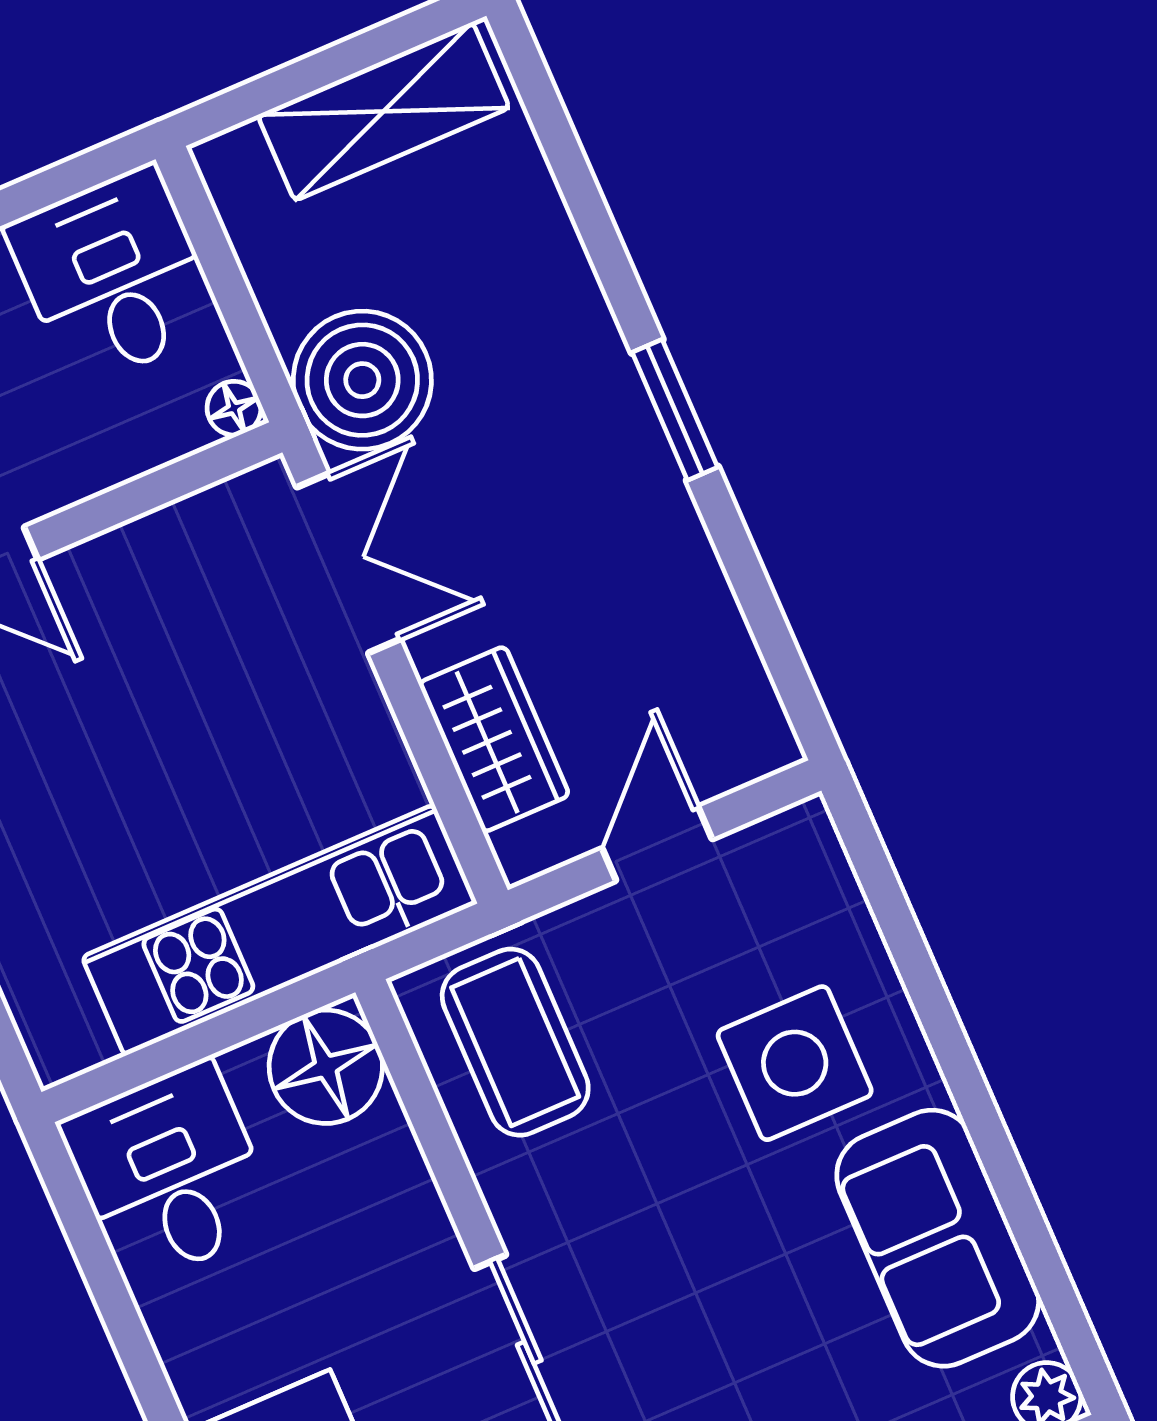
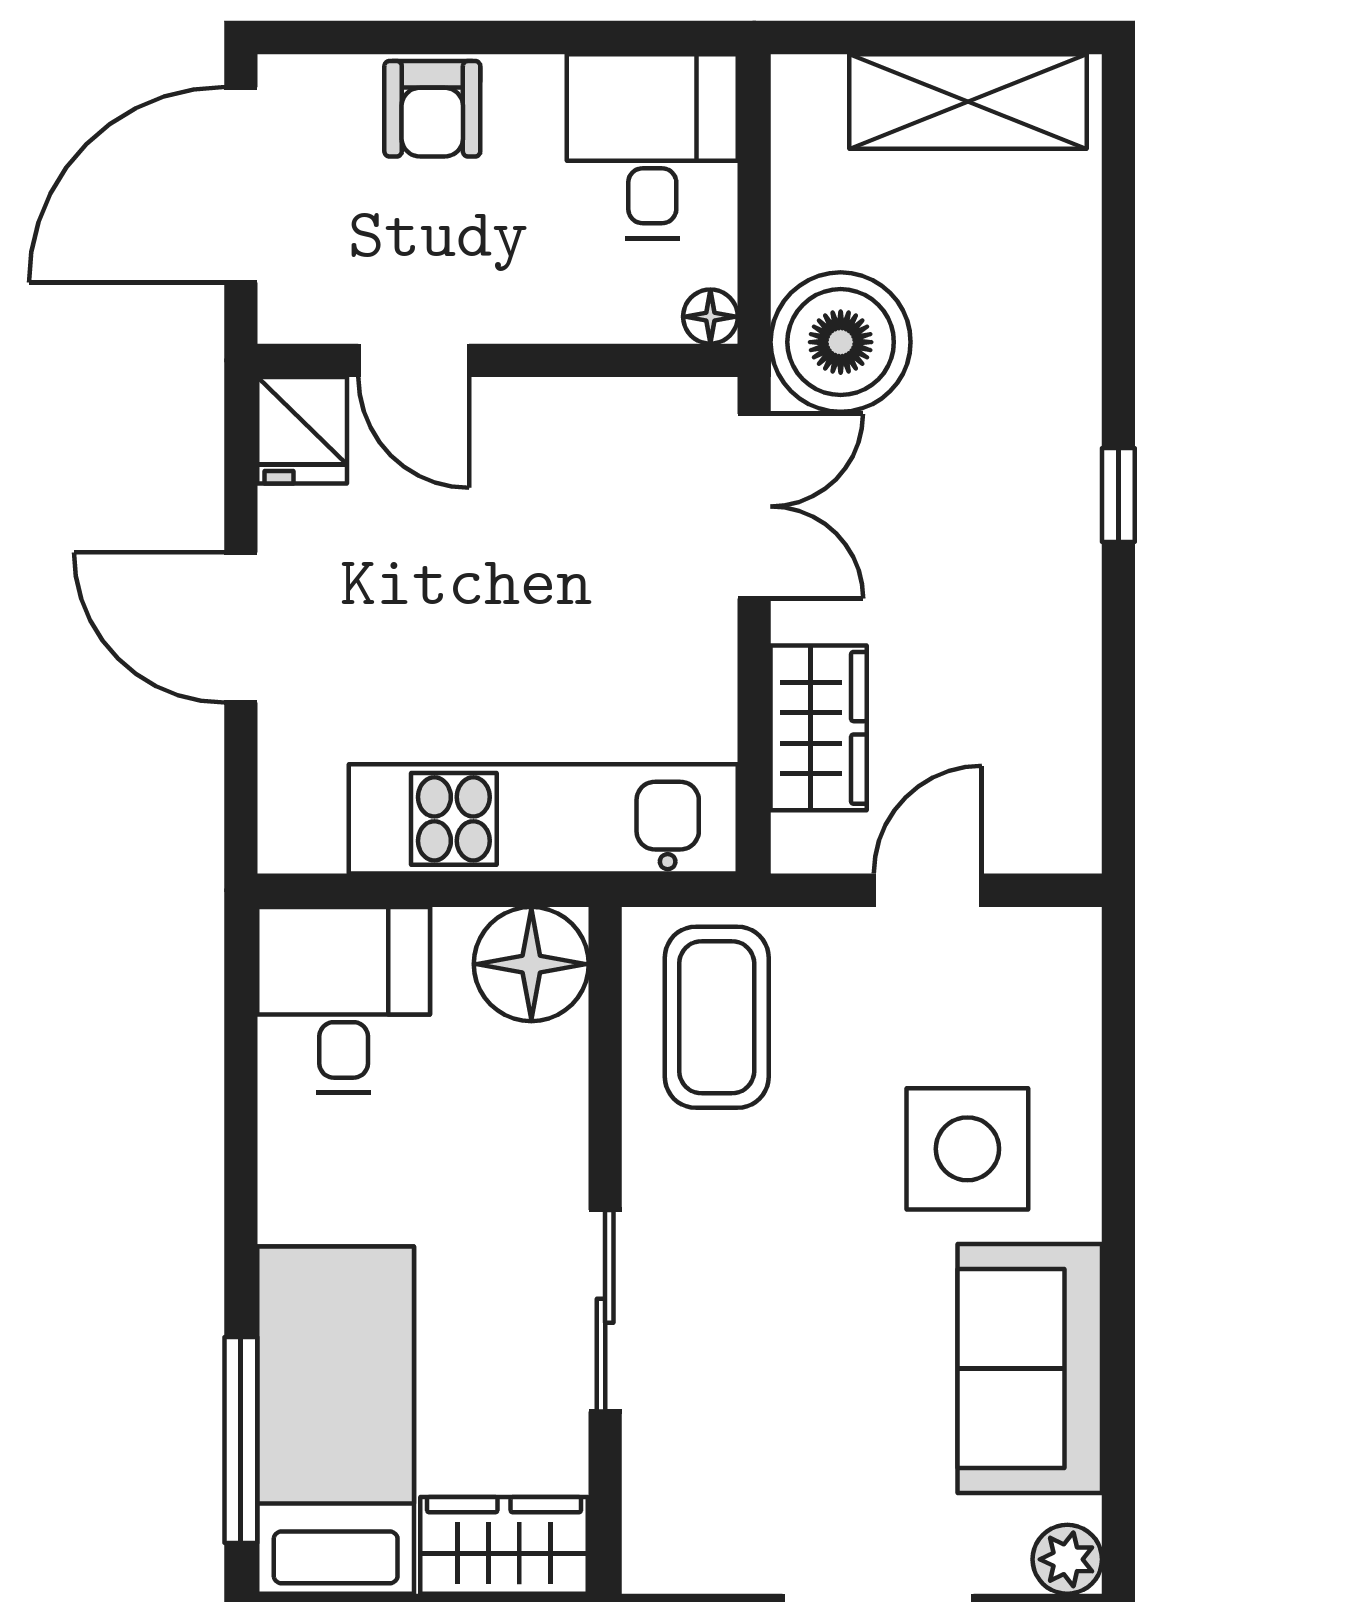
window: (675, 410) -> (1118, 495), width x0.67

